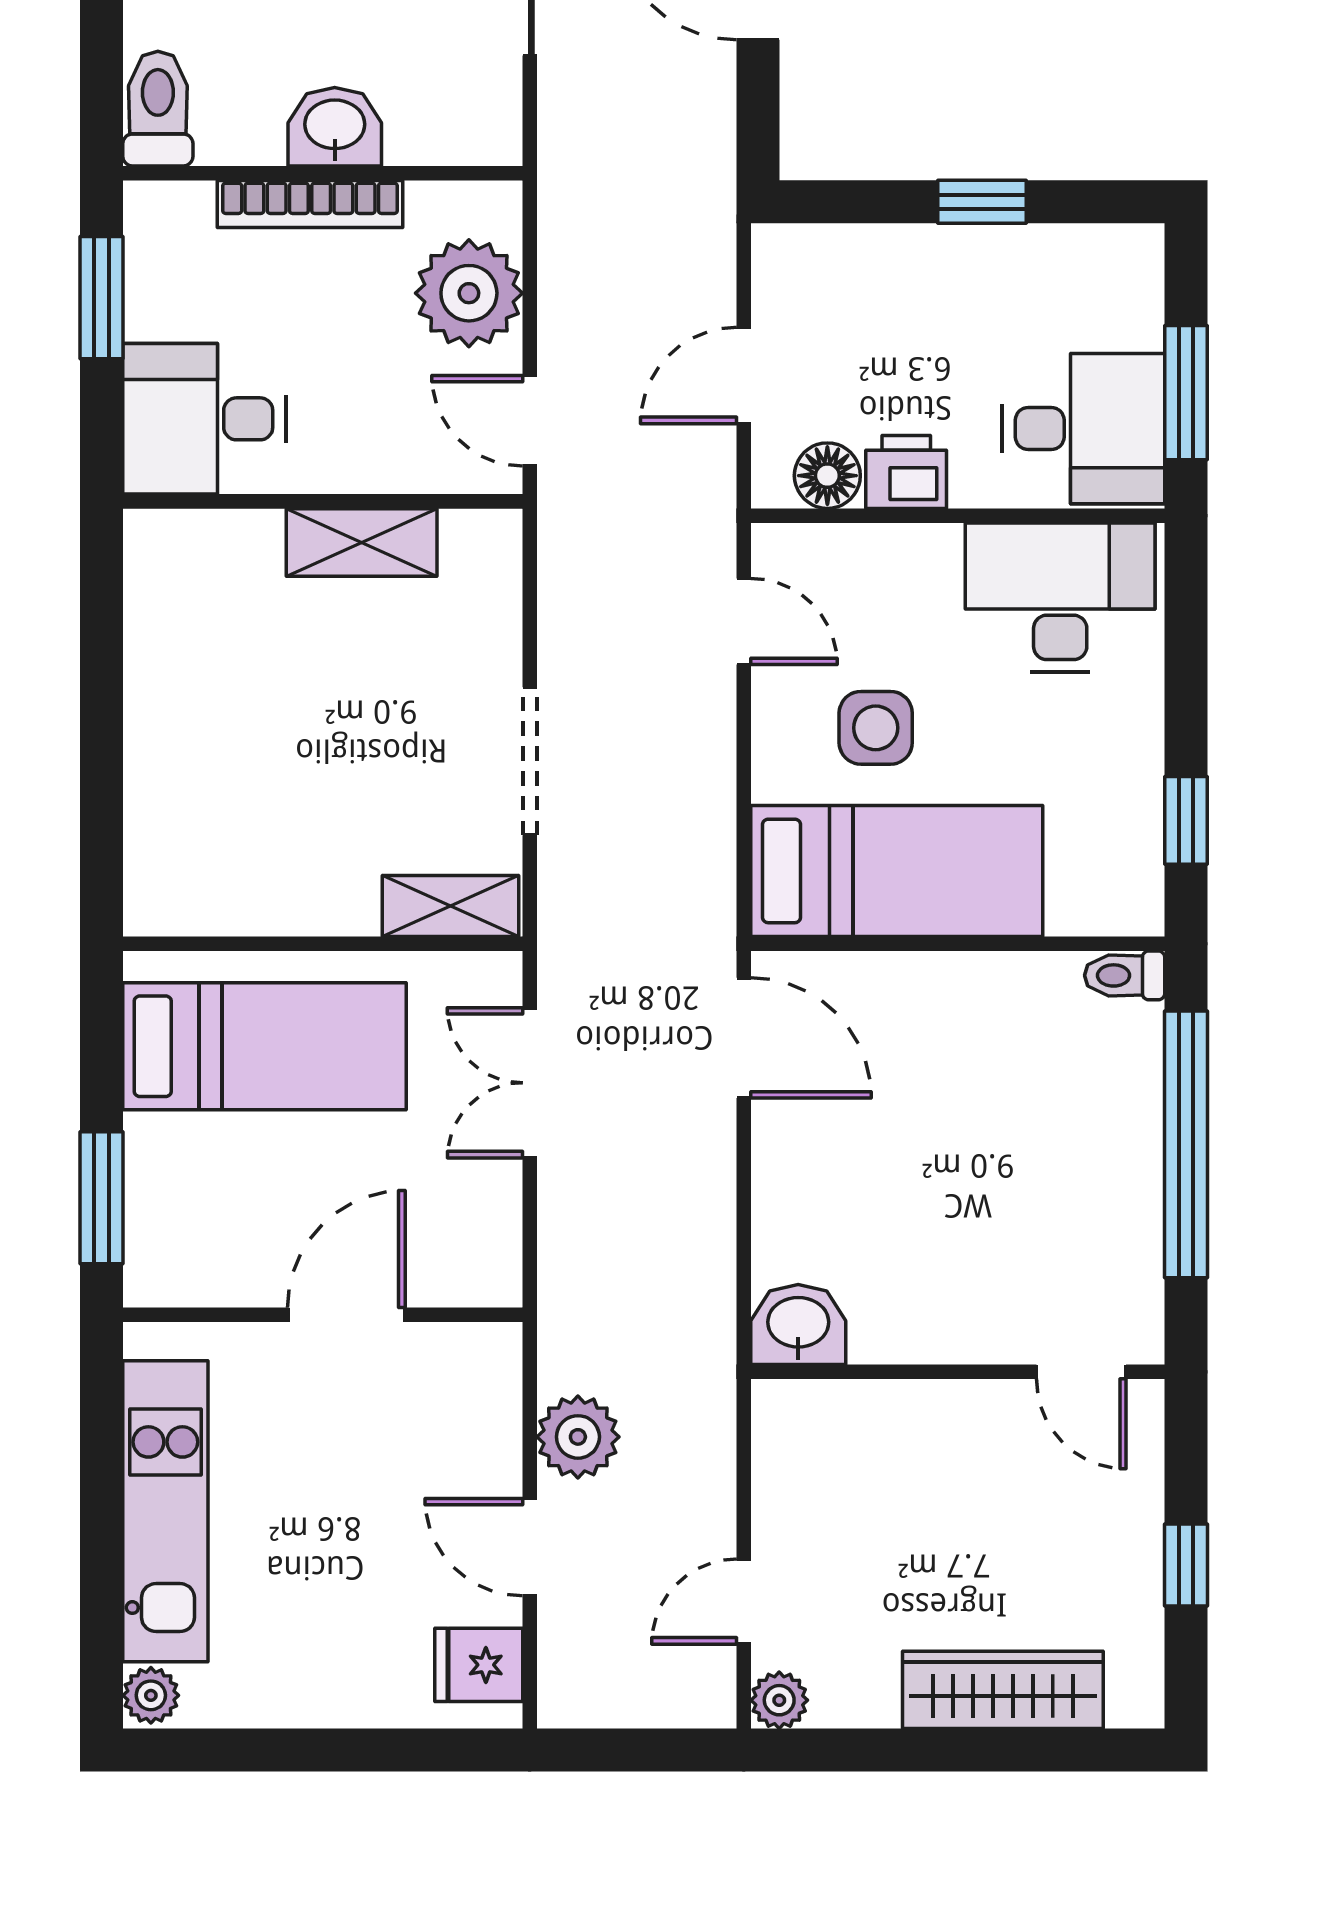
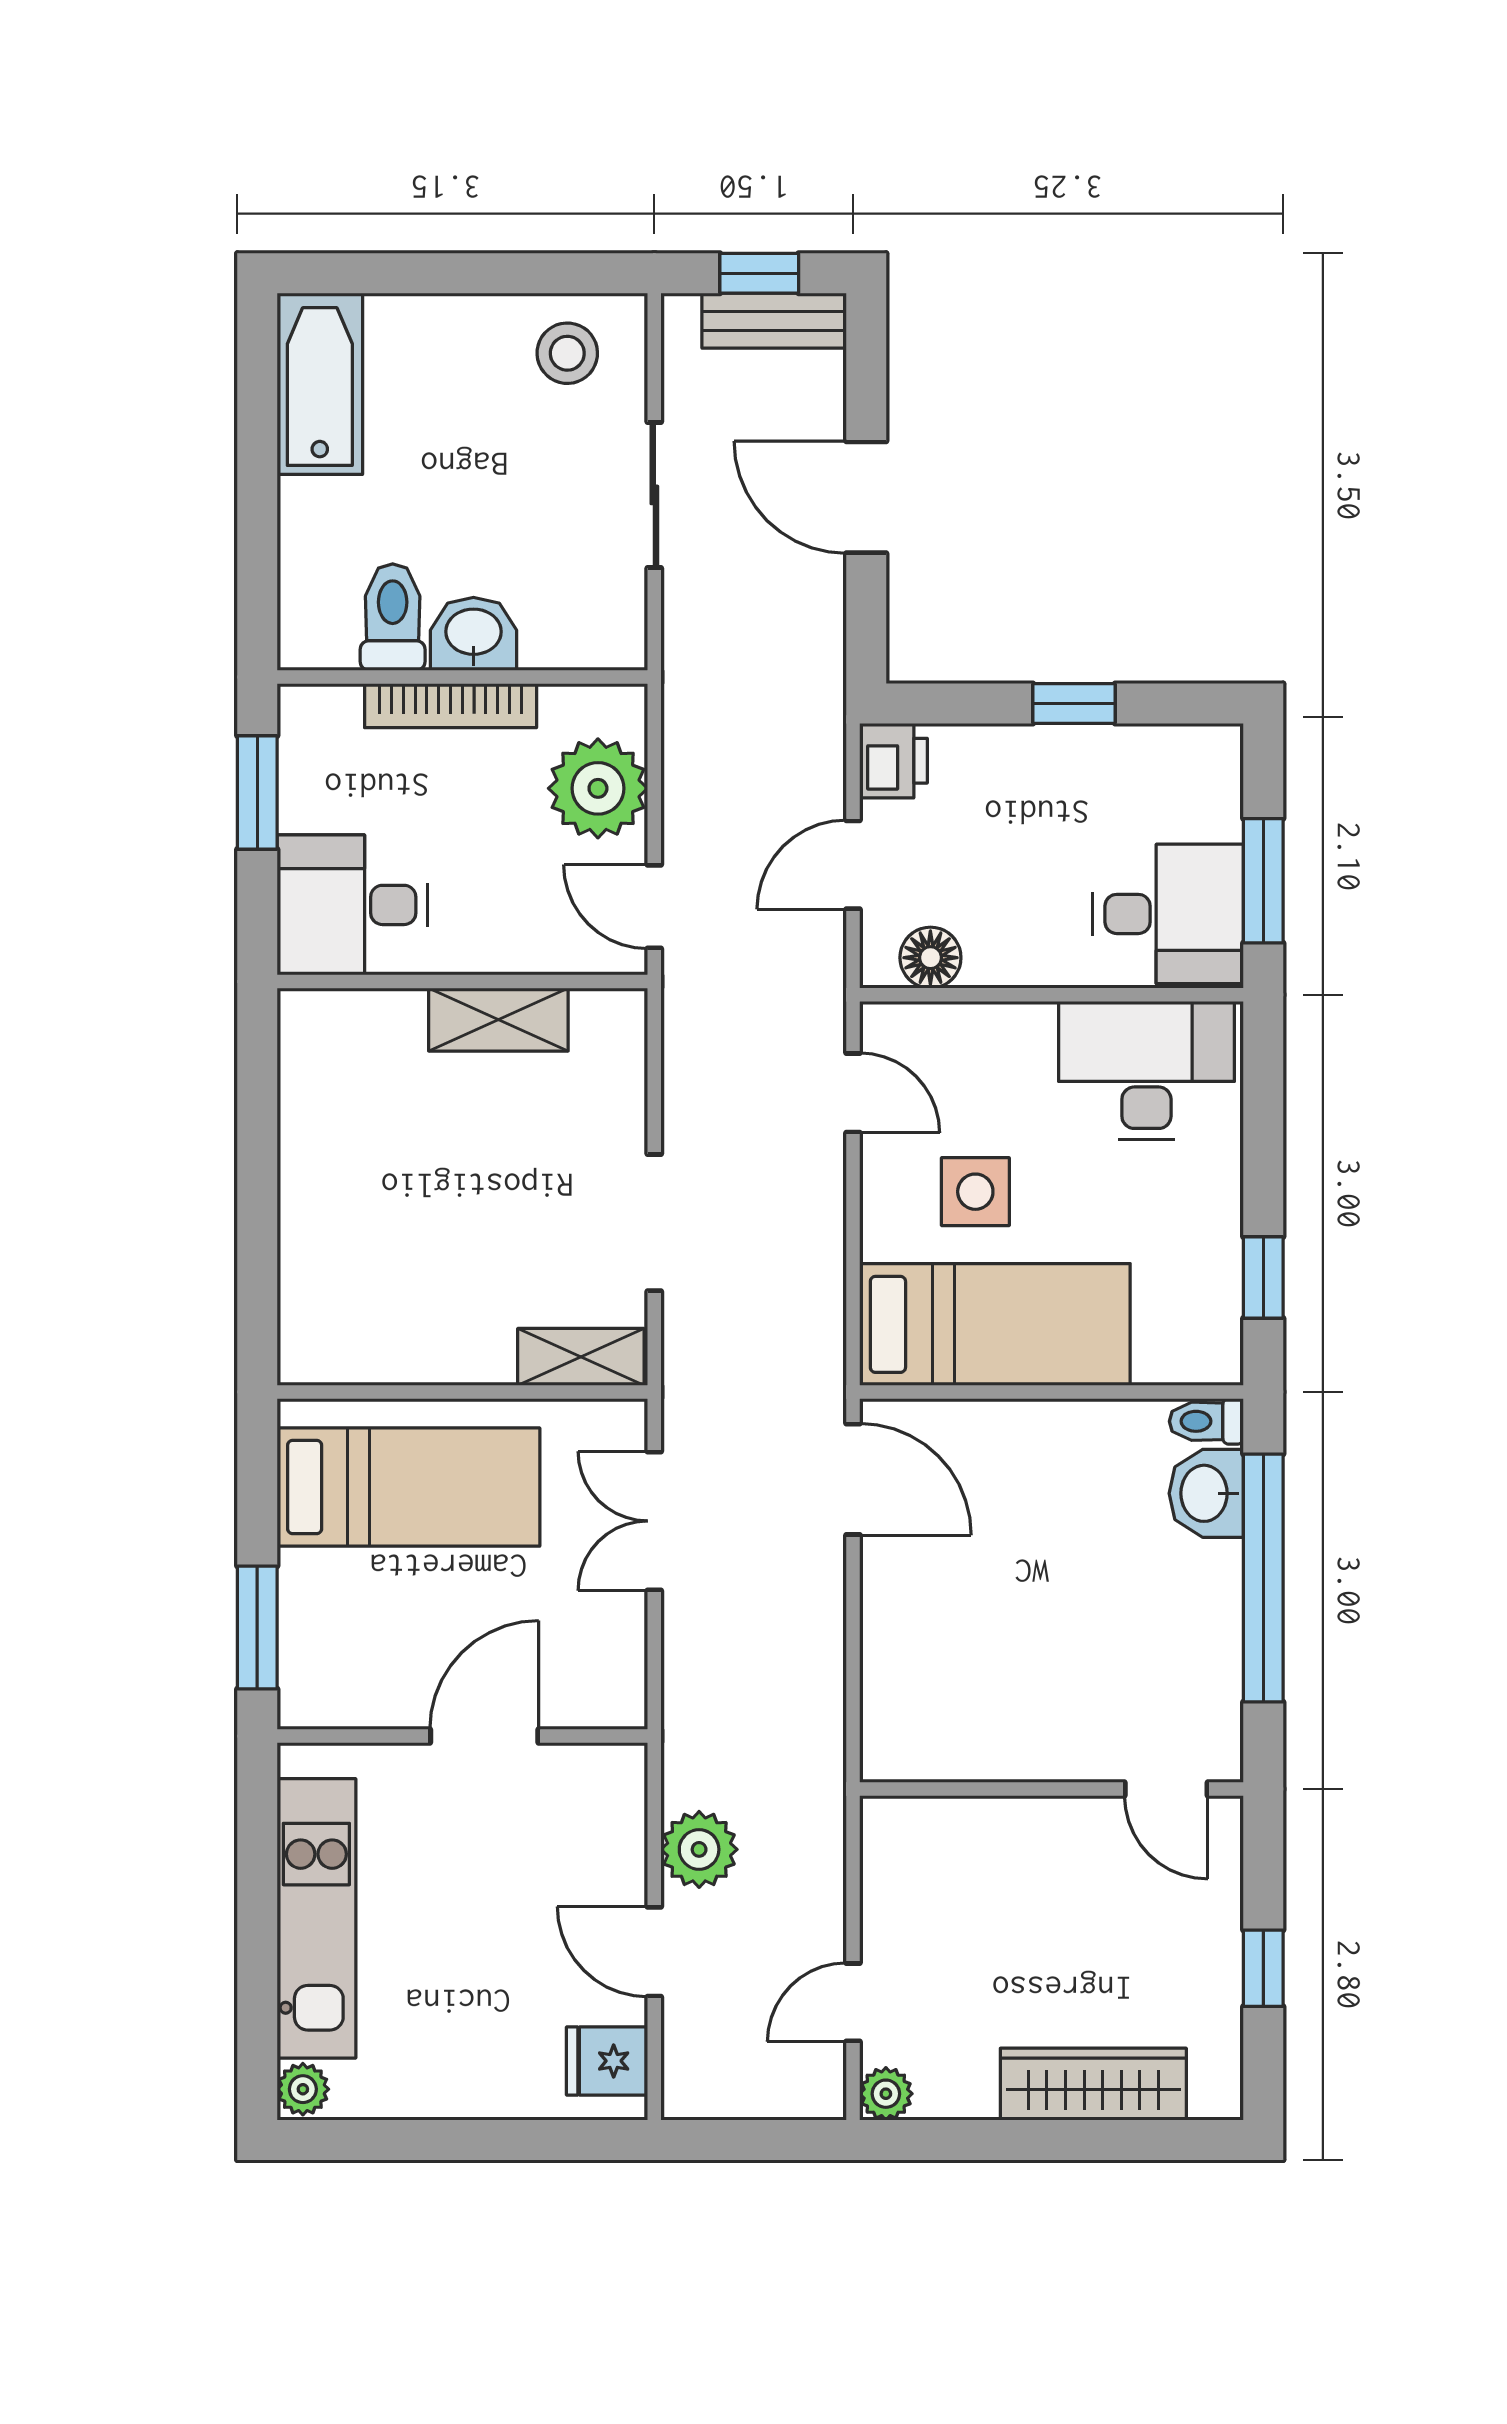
toilet: (158, 109) -> (393, 617), moved
printer: (906, 472) -> (893, 761), moved, turned 90
washbasin: (798, 1325) -> (1206, 1493), moved, turned -90

